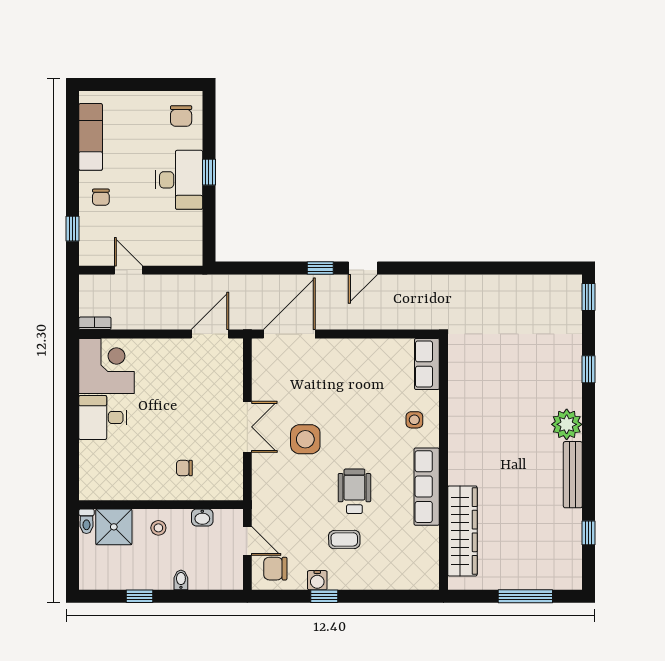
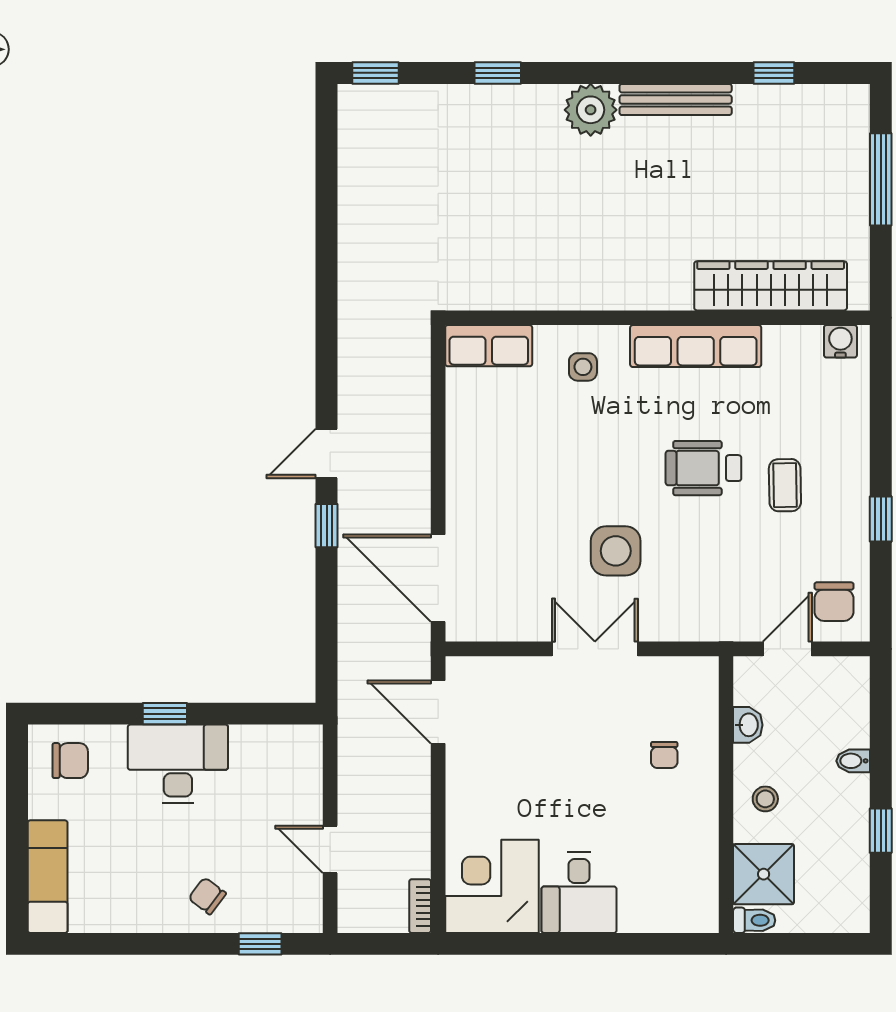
exam couch: (91, 137) -> (48, 877), moved, turned 90
chair: (101, 197) -> (207, 896), turned -143
door: (363, 268) -> (327, 454), swing flipped
door: (128, 270) -> (330, 849), hinge flipped
water cooler: (317, 580) -> (840, 341), moved, turned -90

